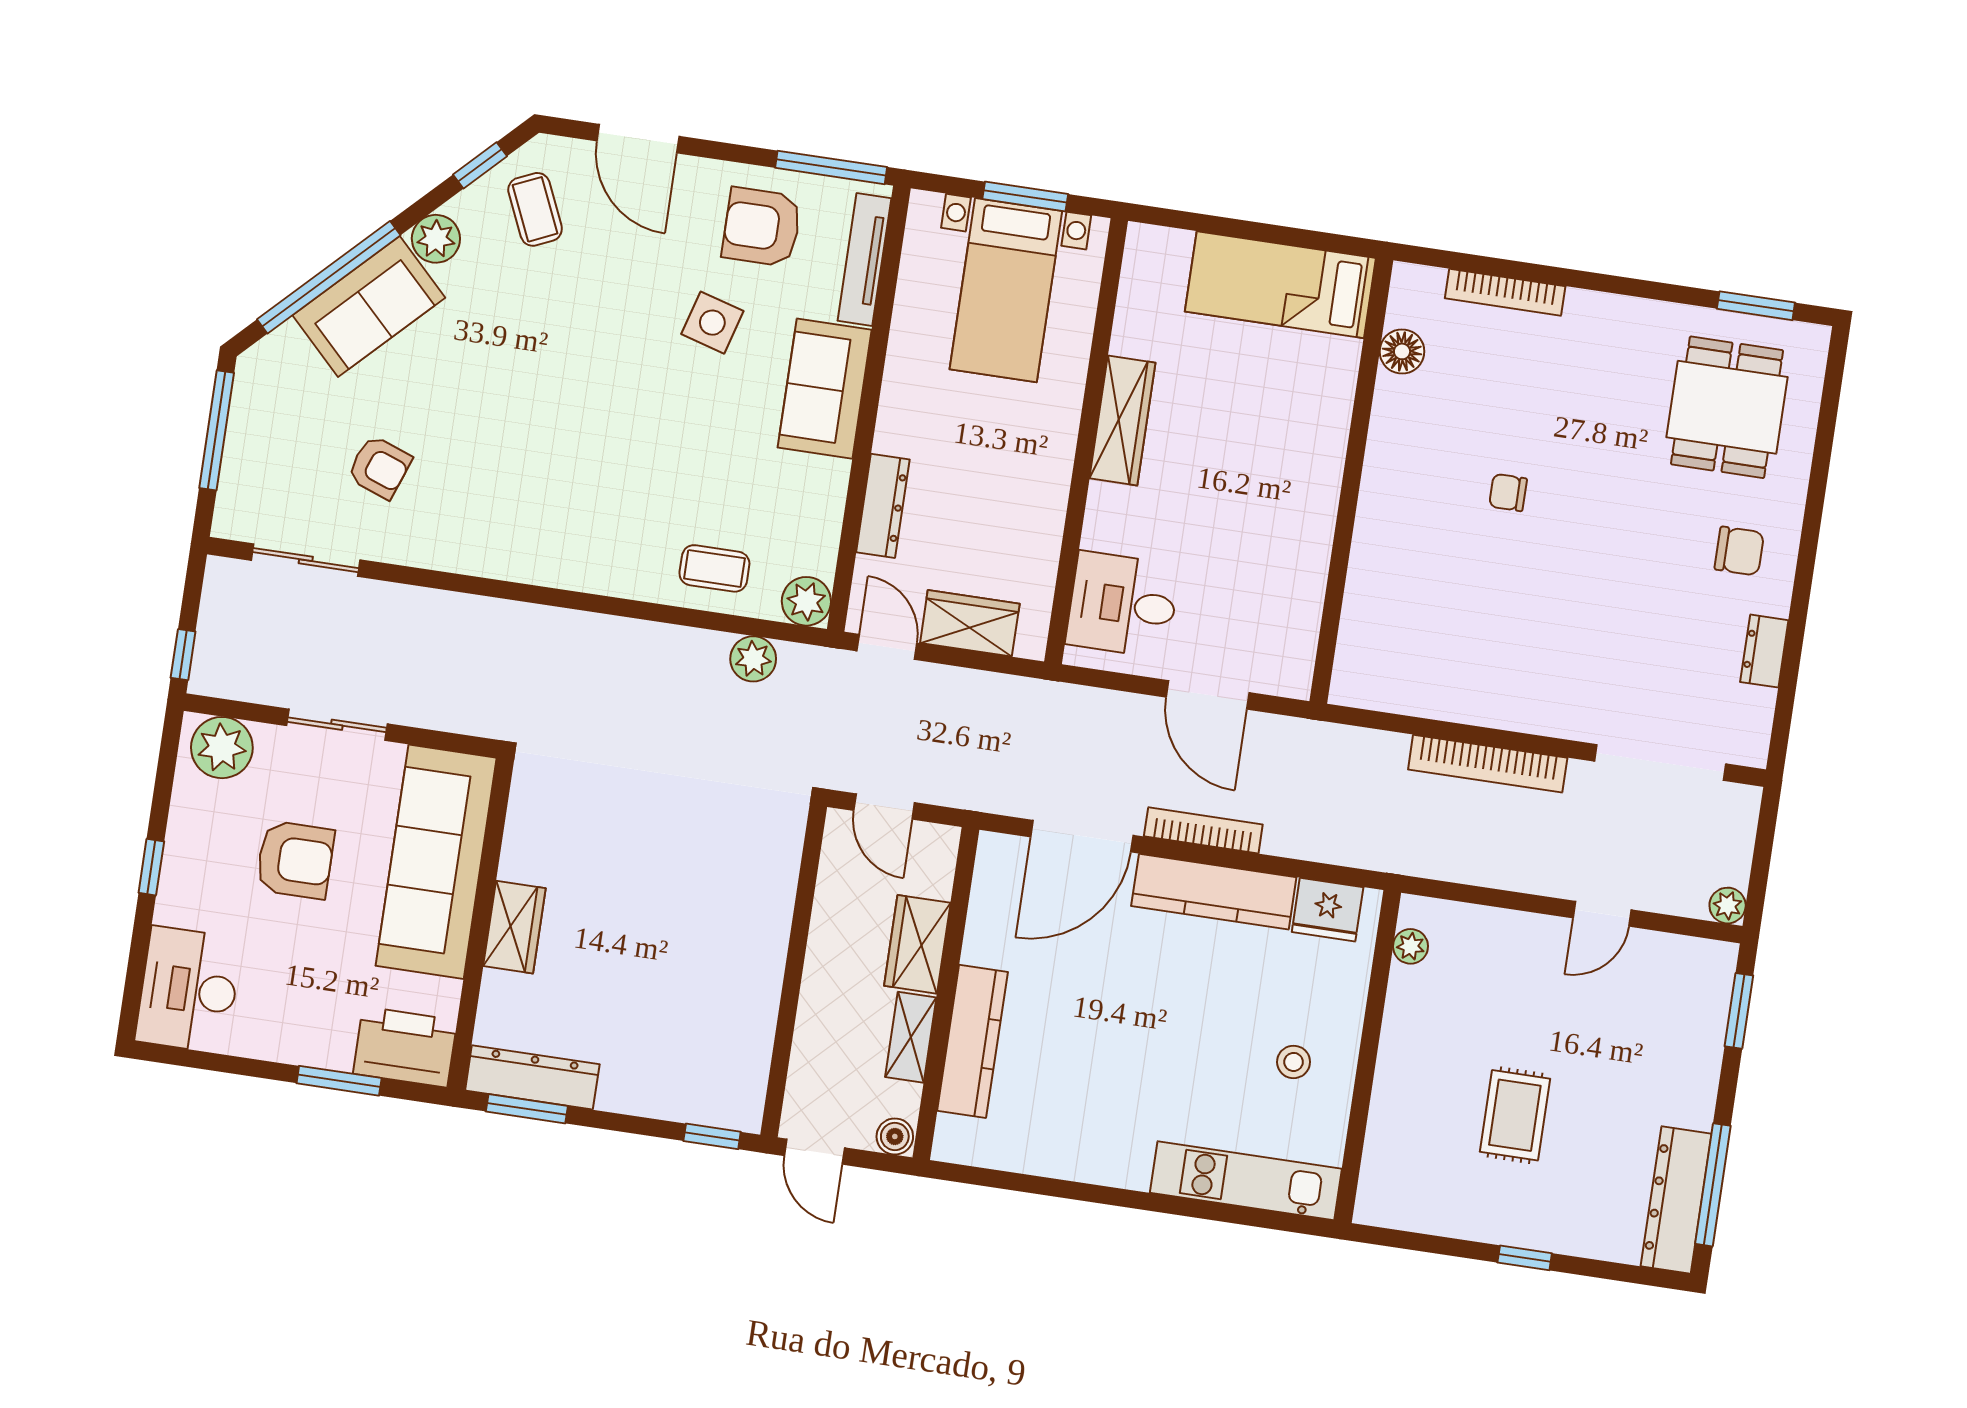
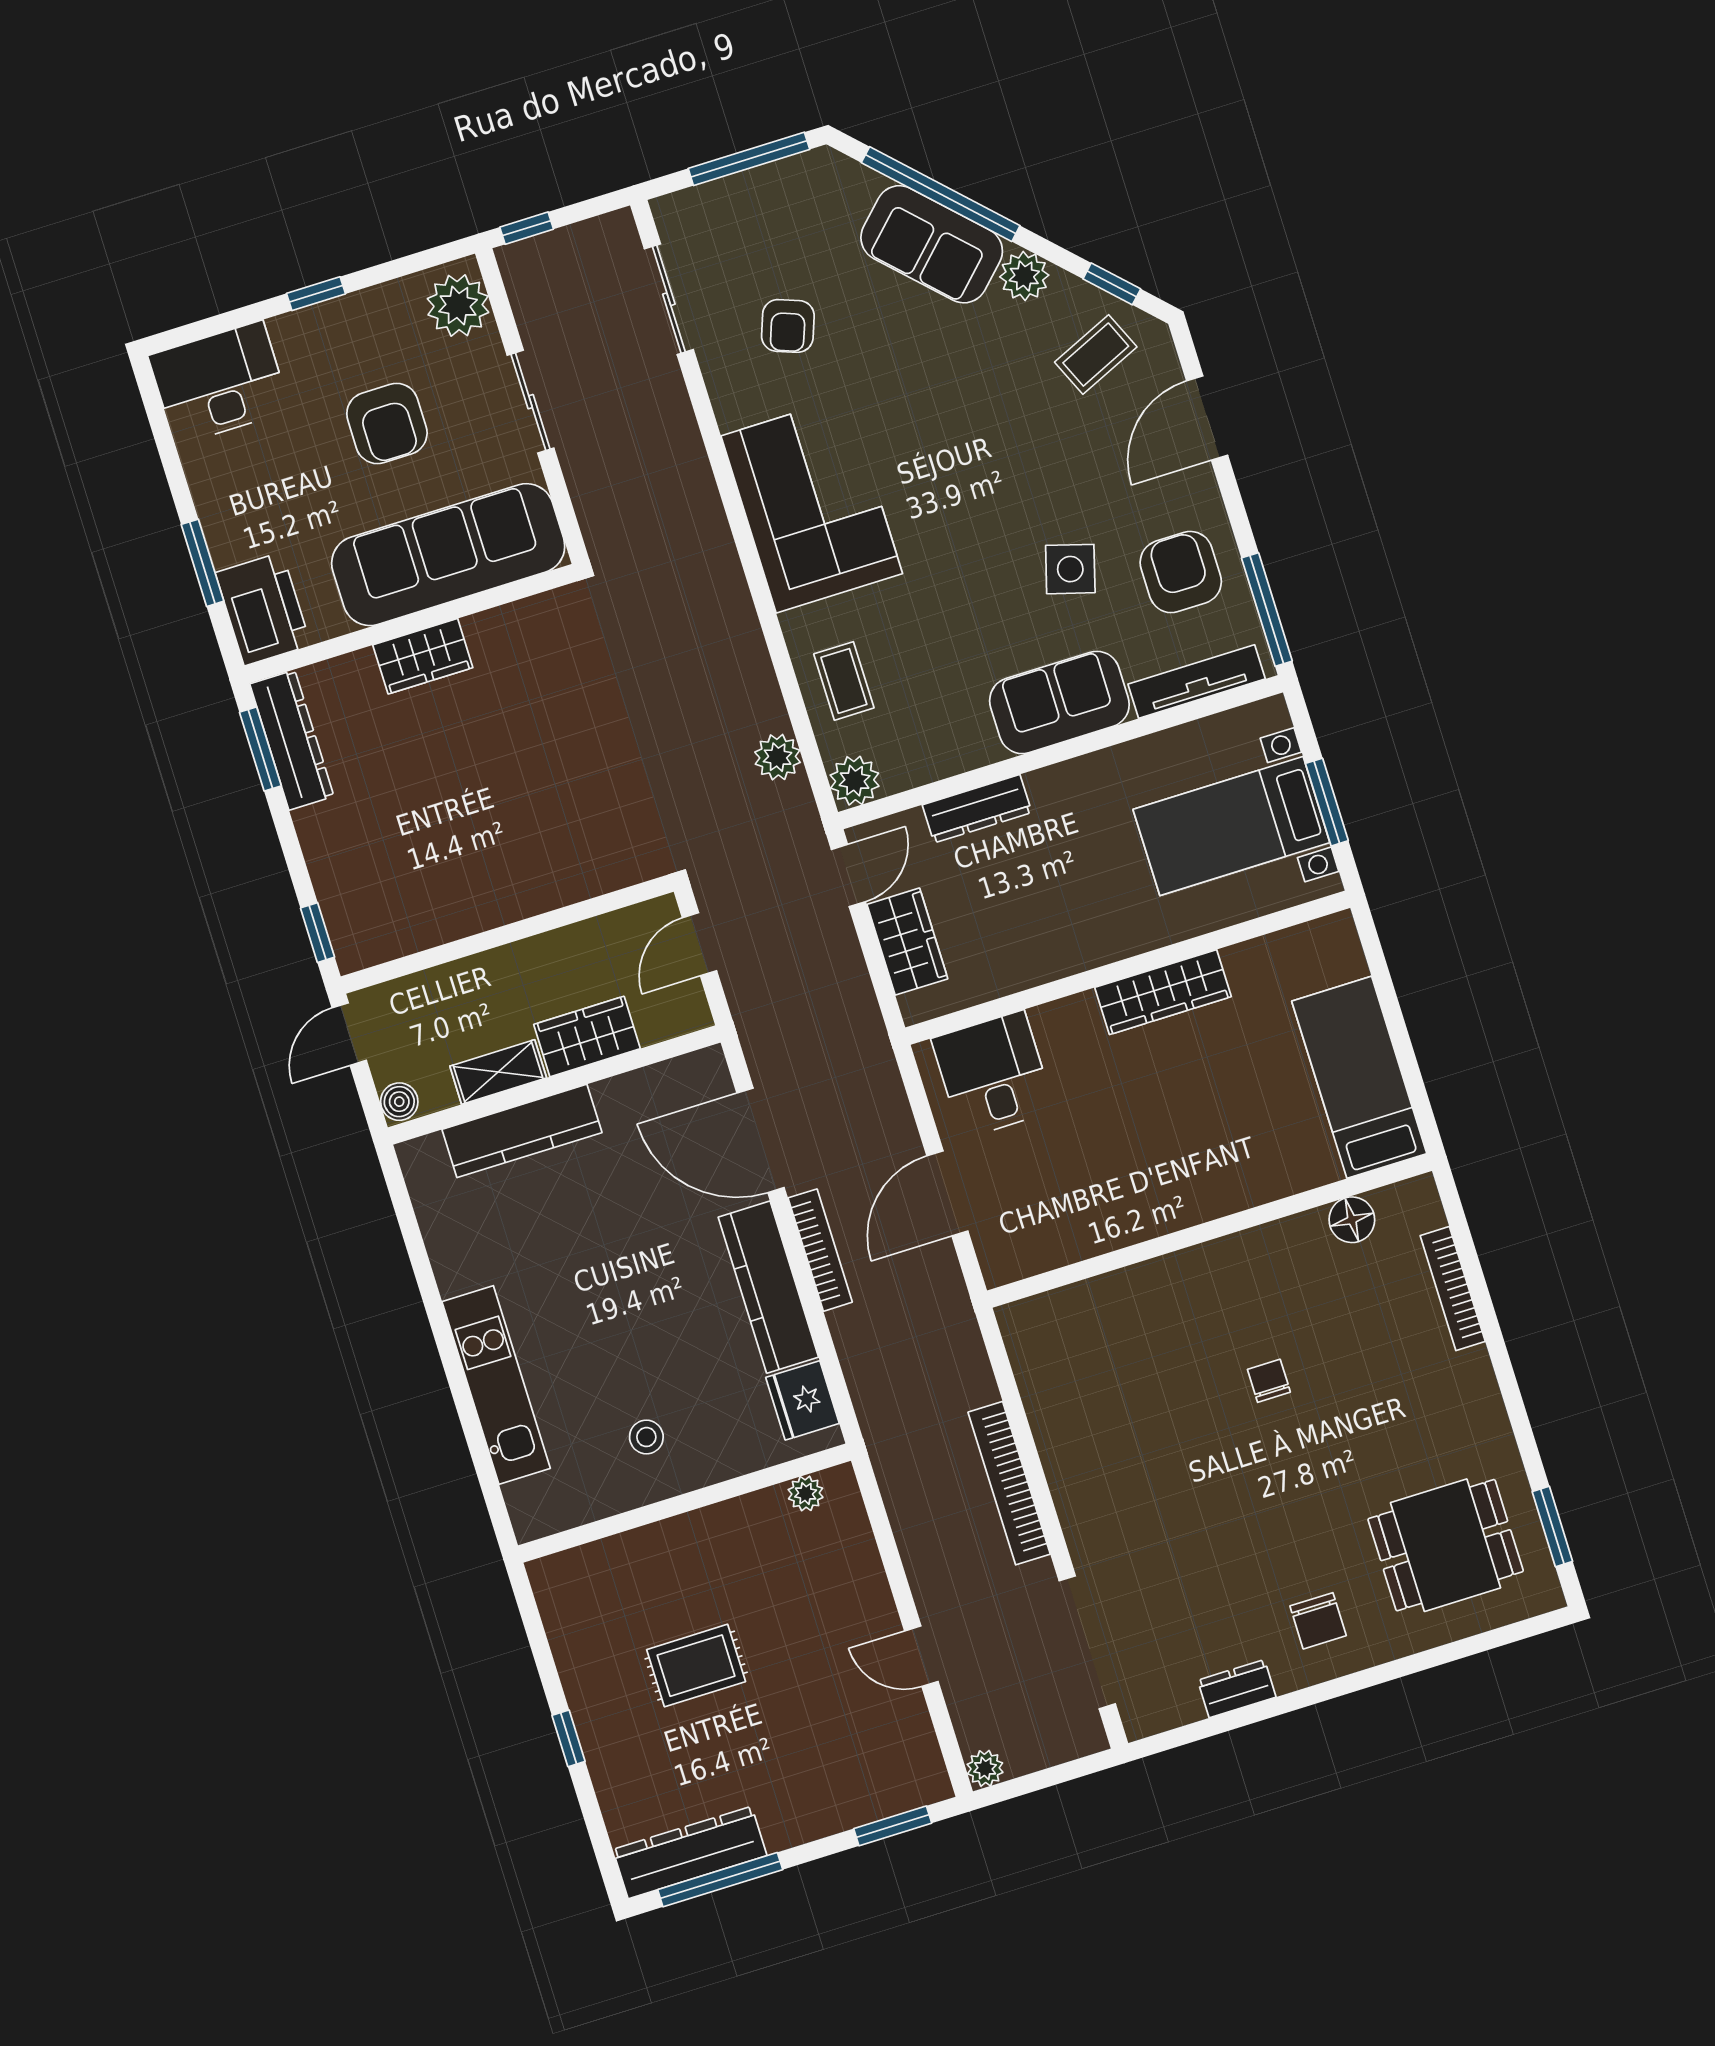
corner sofa: (546, 522) -> (812, 505), added
kitchen unit: (1246, 1181) -> (496, 1385), moved

